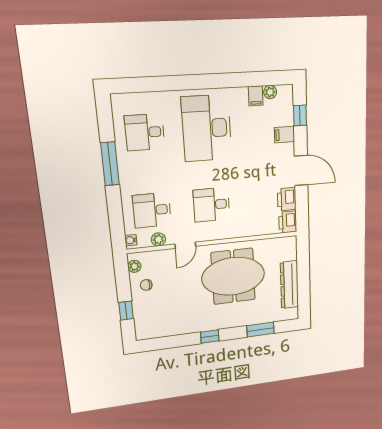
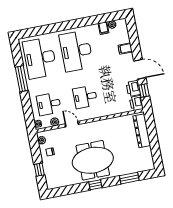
window: (300, 115) -> (144, 90), moved
desk: (145, 132) -> (40, 58), width x1.87, depth x1.30
door: (185, 245) -> (72, 124), swing flipped
meeting table: (233, 276) -> (93, 160), moved
dresser: (289, 285) -> (142, 131), moved

